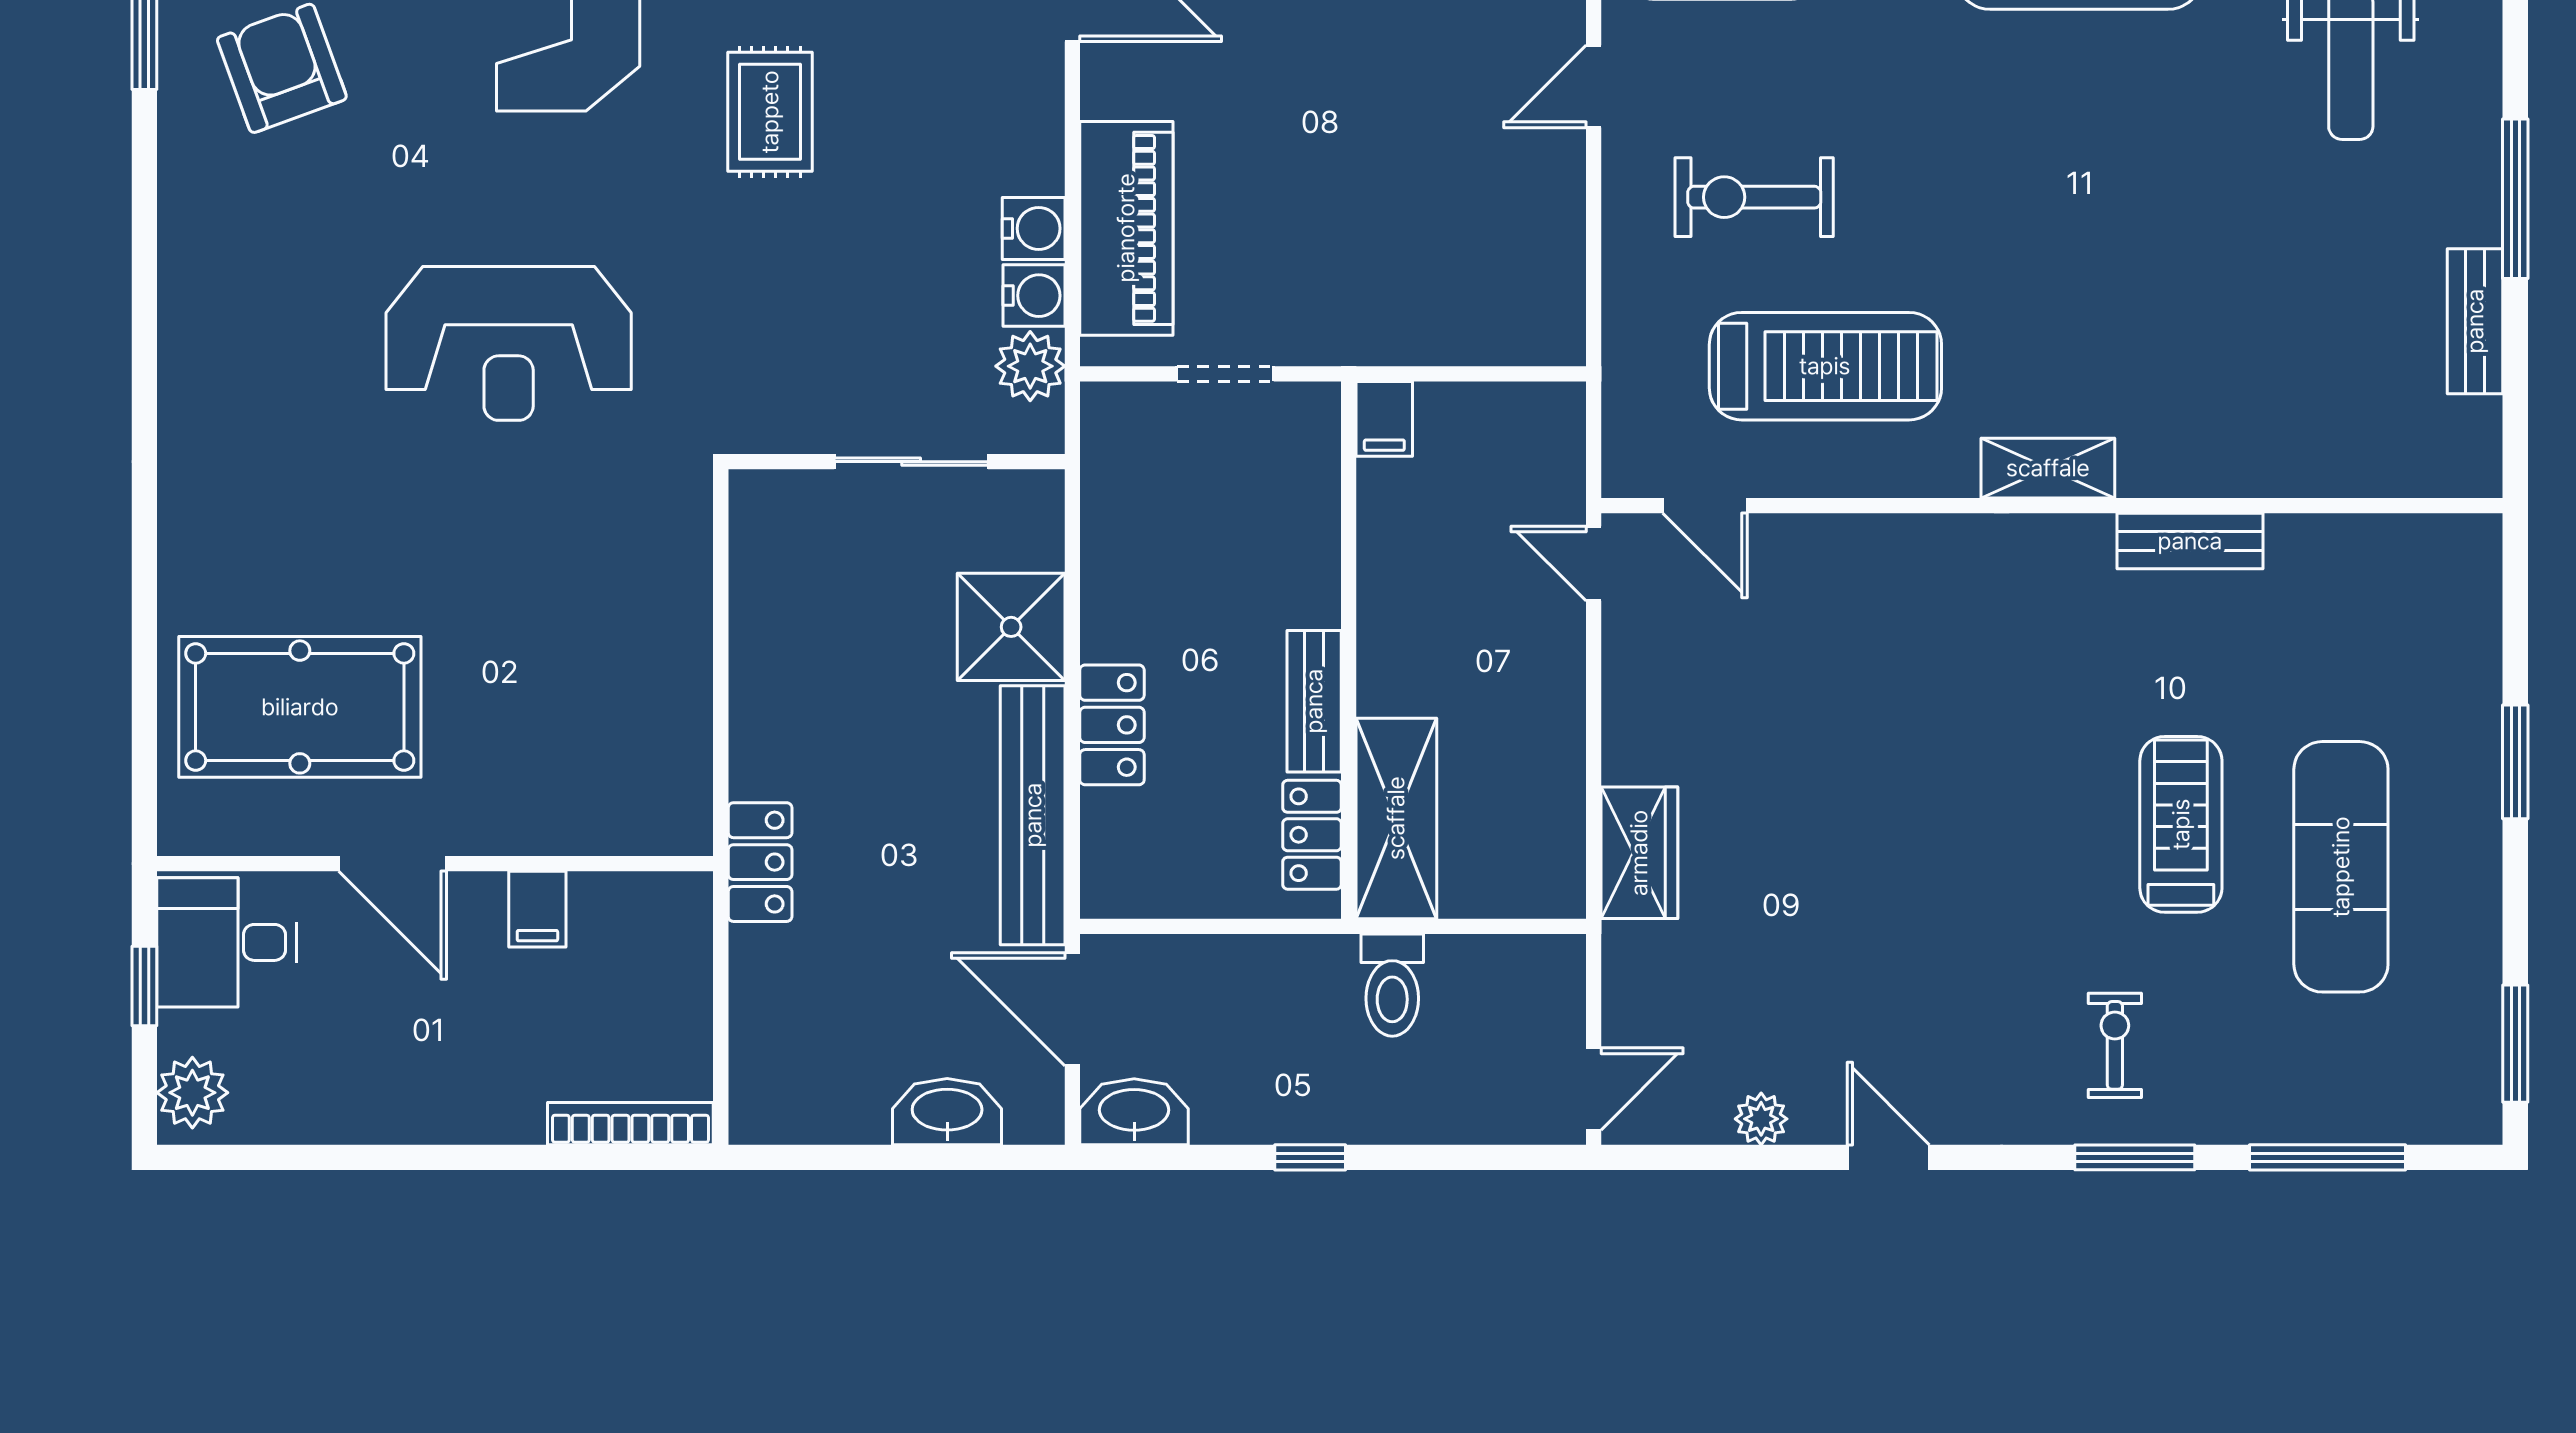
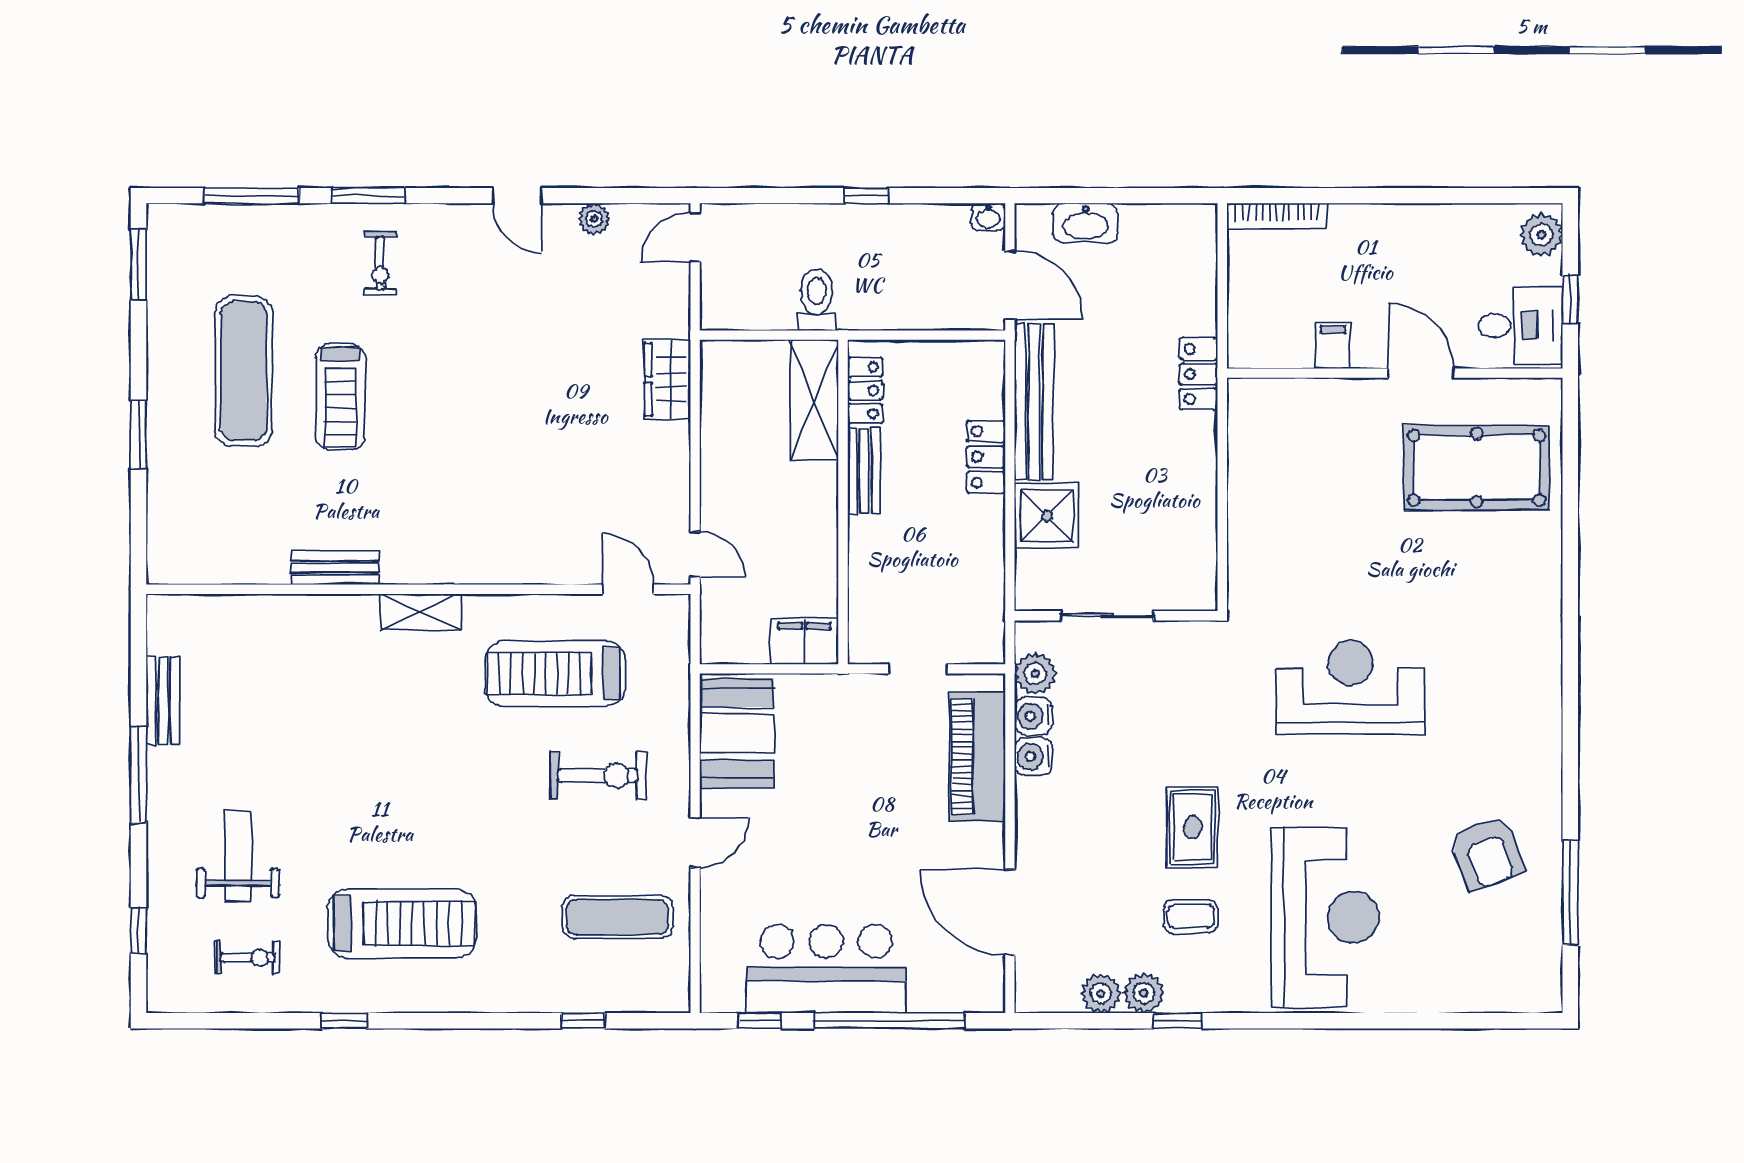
booth: (1525, 267) -> (737, 733), added
filing cabinet: (1384, 419) -> (804, 642), width x2.00
washbasin: (1134, 1112) -> (988, 217), width x0.52, depth x0.69

